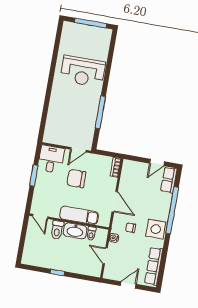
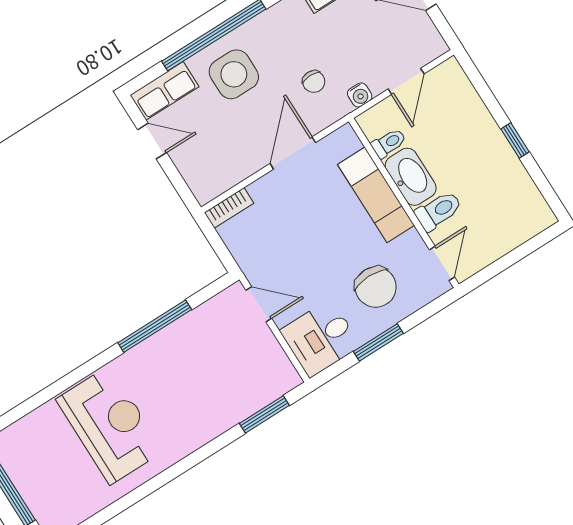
window: (43, 121) -> (264, 414), added
chair: (76, 178) -> (376, 287), moved
side table: (156, 229) -> (234, 74), moved

